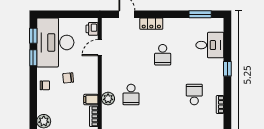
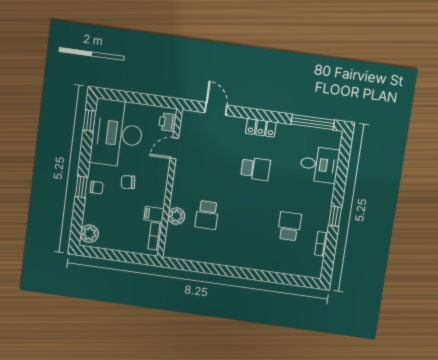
window: (200, 14) -> (313, 122), width x1.44
locker: (151, 24) -> (261, 128), moved
school desk: (163, 55) -> (256, 169), turned -90
window: (33, 58) -> (81, 187), moved
window: (227, 69) -> (335, 216), moved

